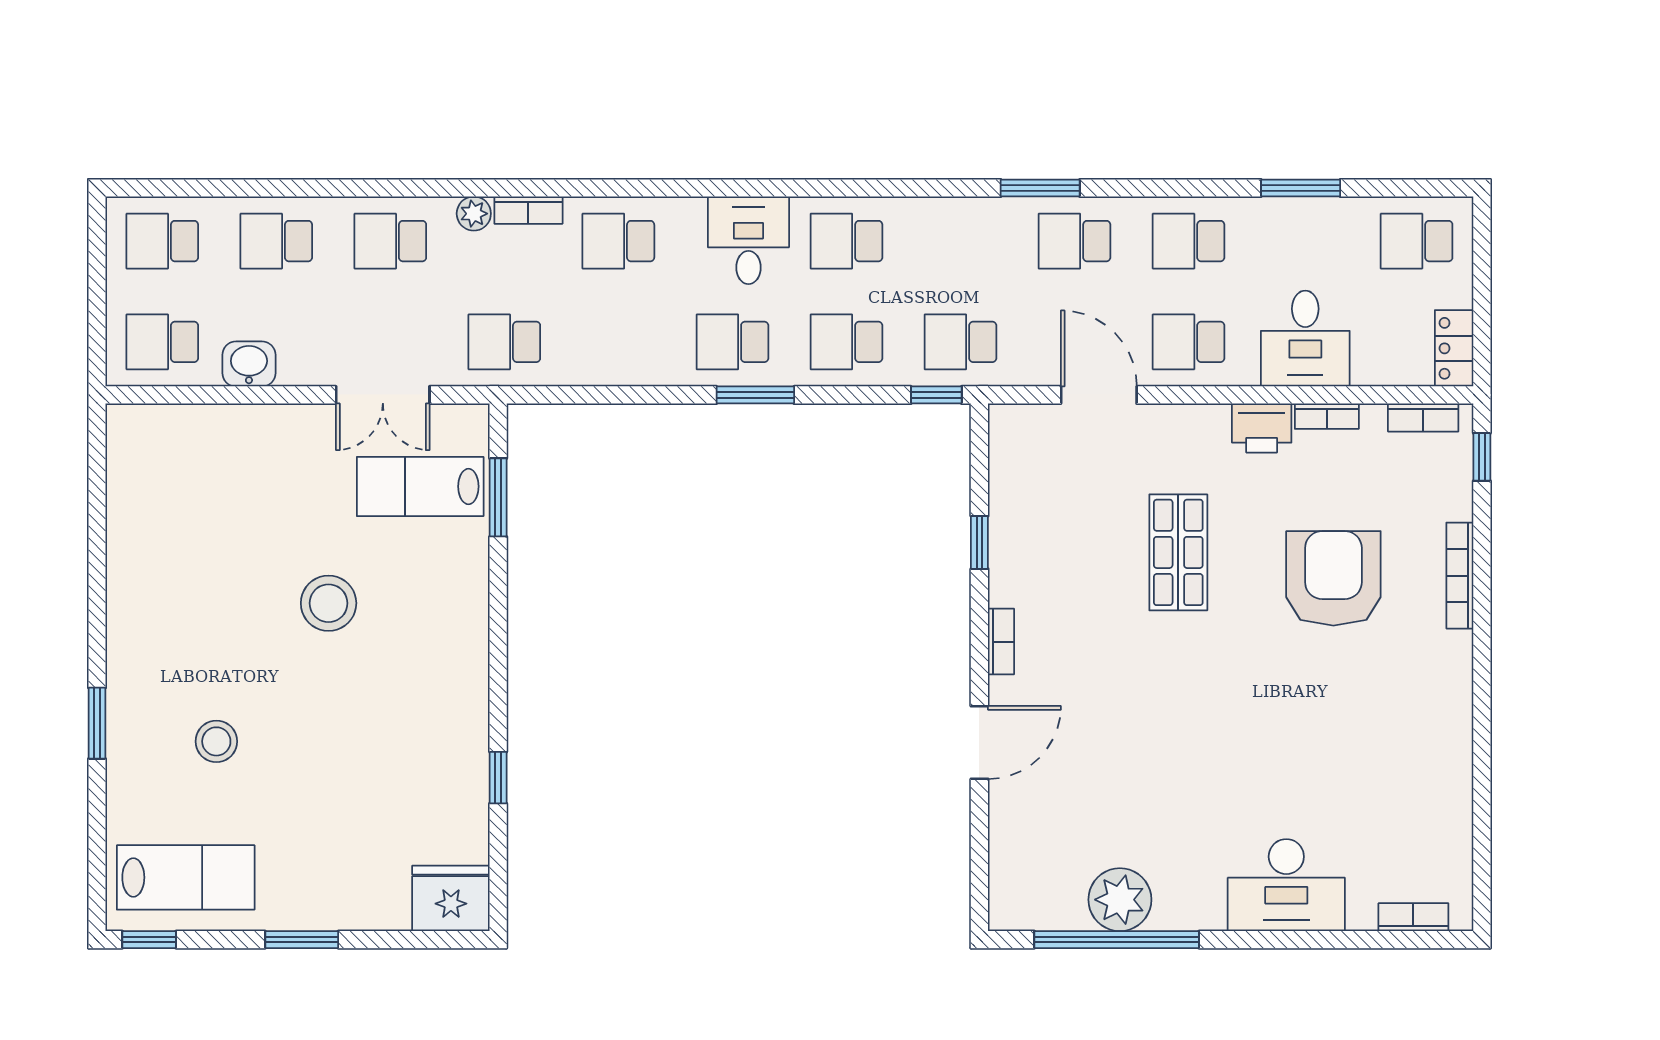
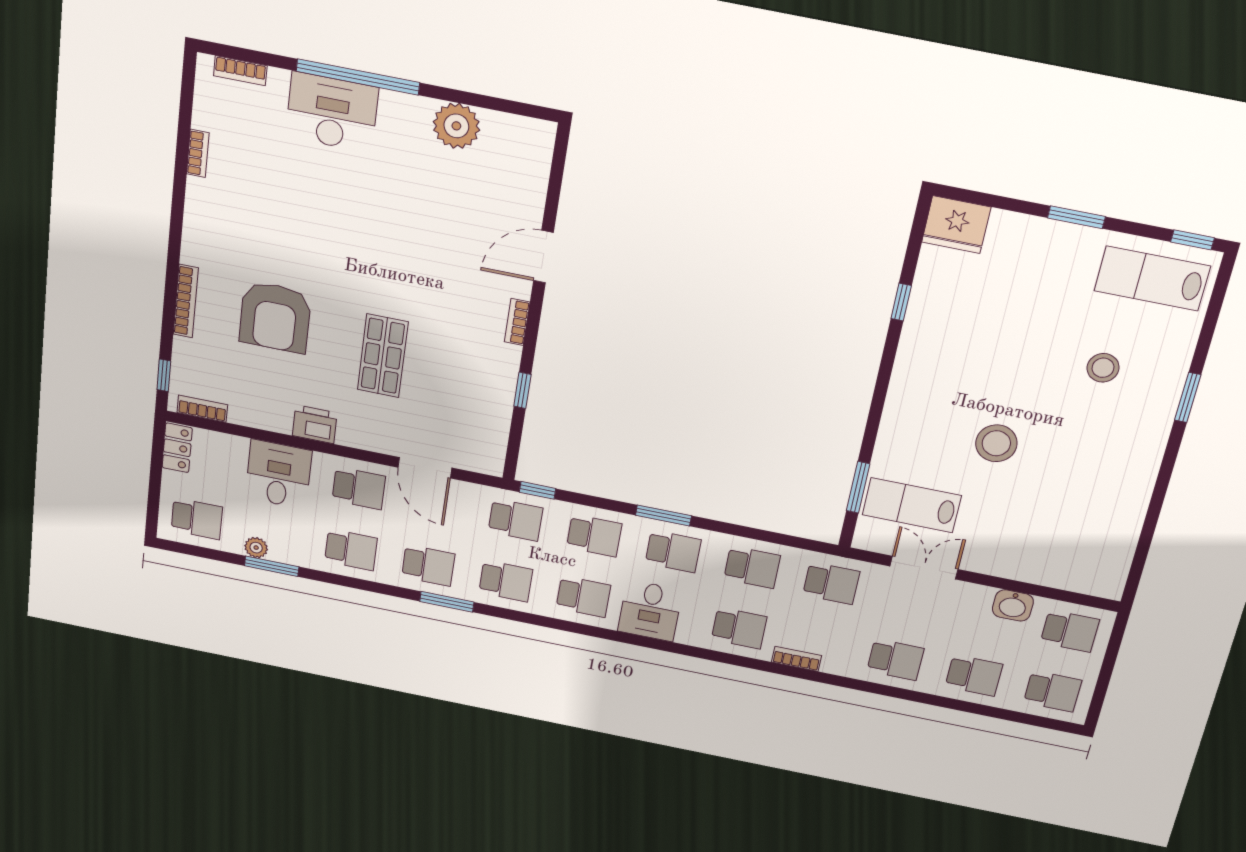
plant: (474, 214) -> (256, 548), moved
school desk: (960, 241) -> (506, 581), added
school desk: (618, 342) -> (752, 567), added
bookcase: (1327, 416) -> (198, 153), moved, turned 90
lab bench: (420, 486) -> (912, 505), turned 180
window: (1117, 940) -> (358, 77), moved

